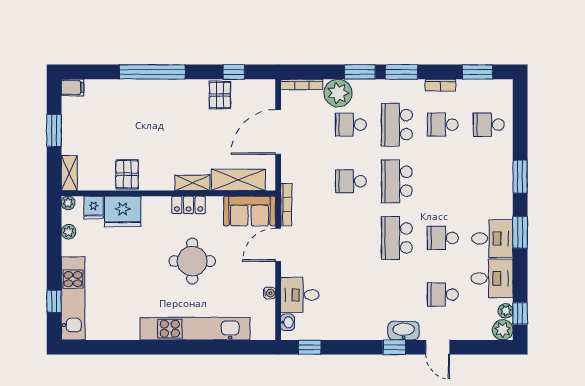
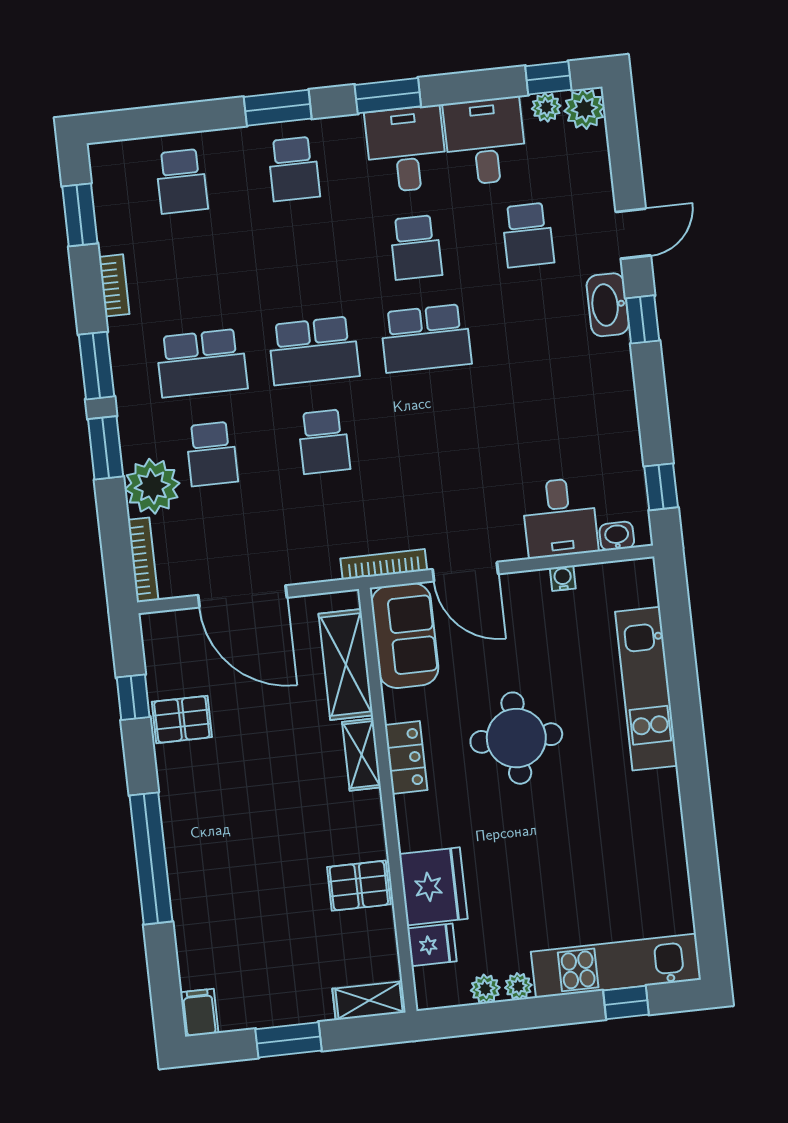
school desk: (443, 125) -> (294, 169), moved
plant: (68, 203) -> (518, 986), moved
kitchen unit: (195, 329) -> (646, 689), width x0.73

